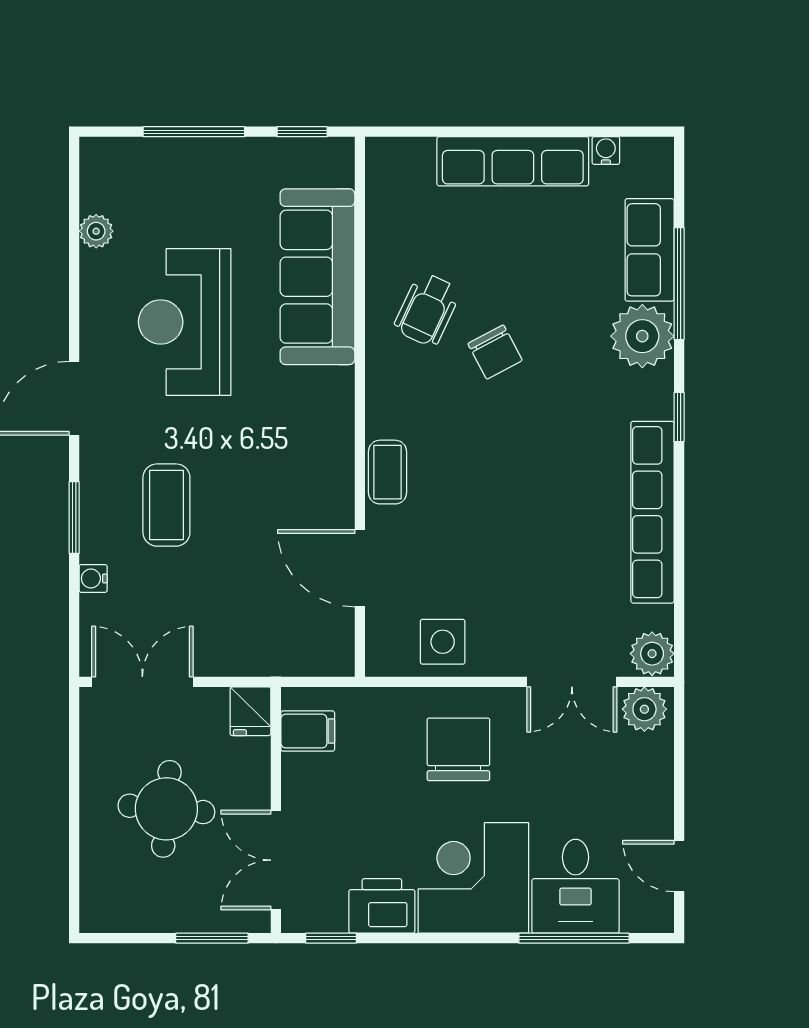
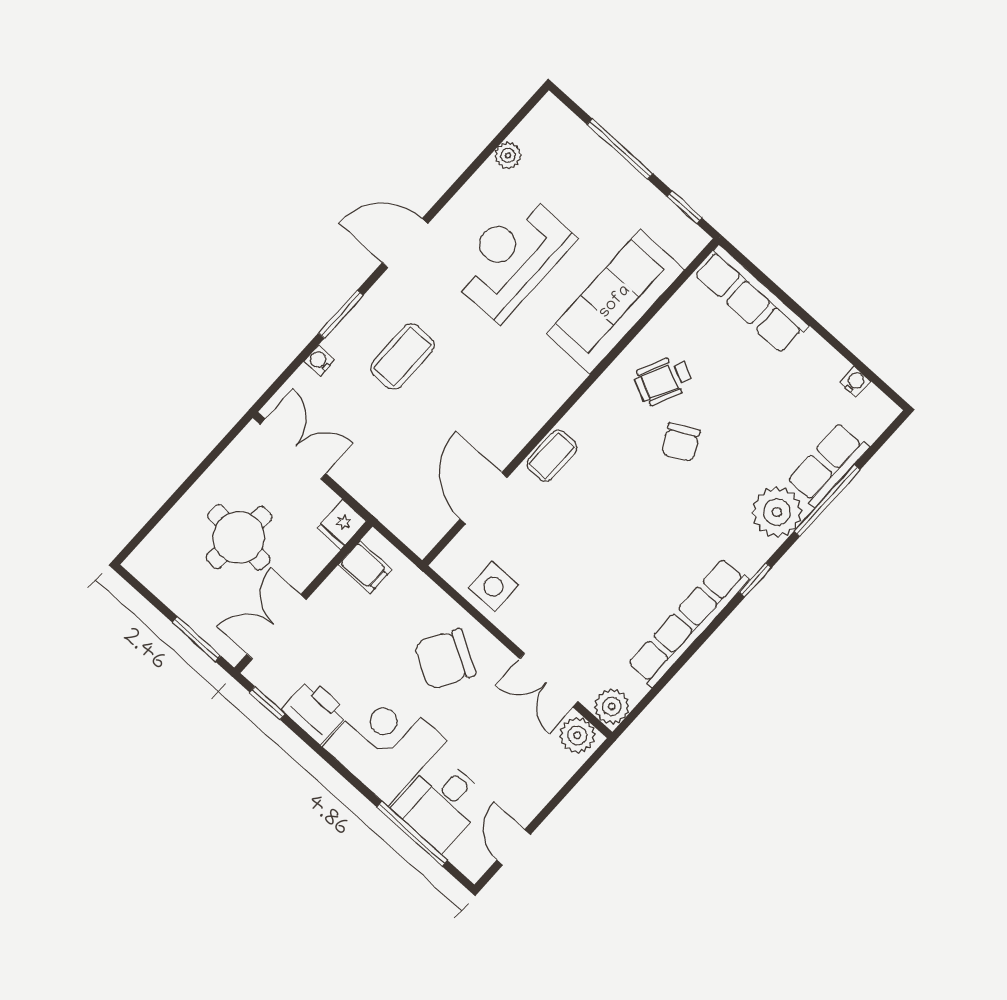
row of seats: (513, 161) -> (751, 299), moved
chair: (458, 749) -> (445, 659), turned -150

